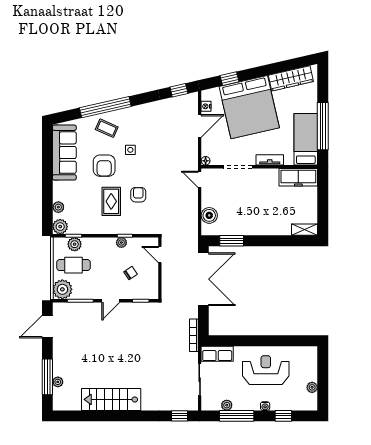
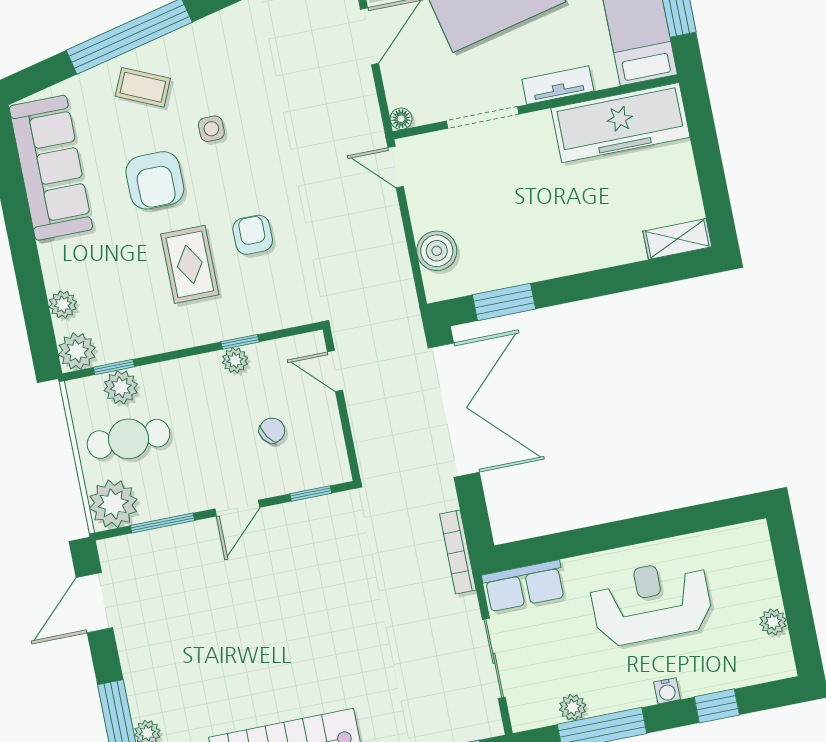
freezer: (298, 177) -> (621, 123), width x1.36, depth x1.26

